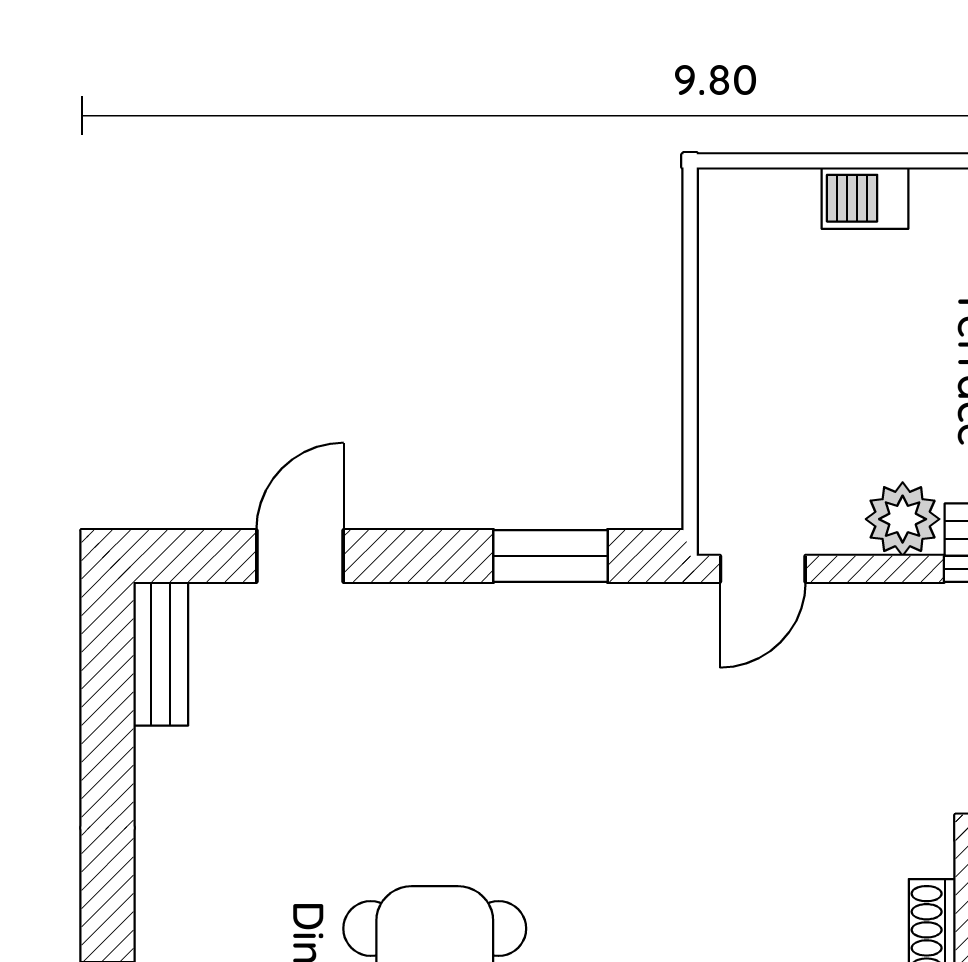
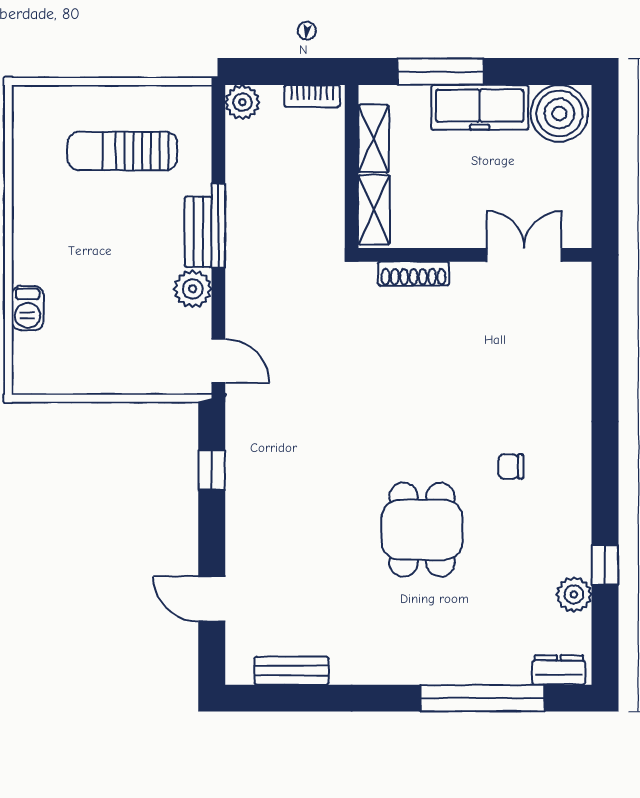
window: (551, 556) -> (212, 470), width x0.67
bench: (161, 654) -> (292, 671), moved

